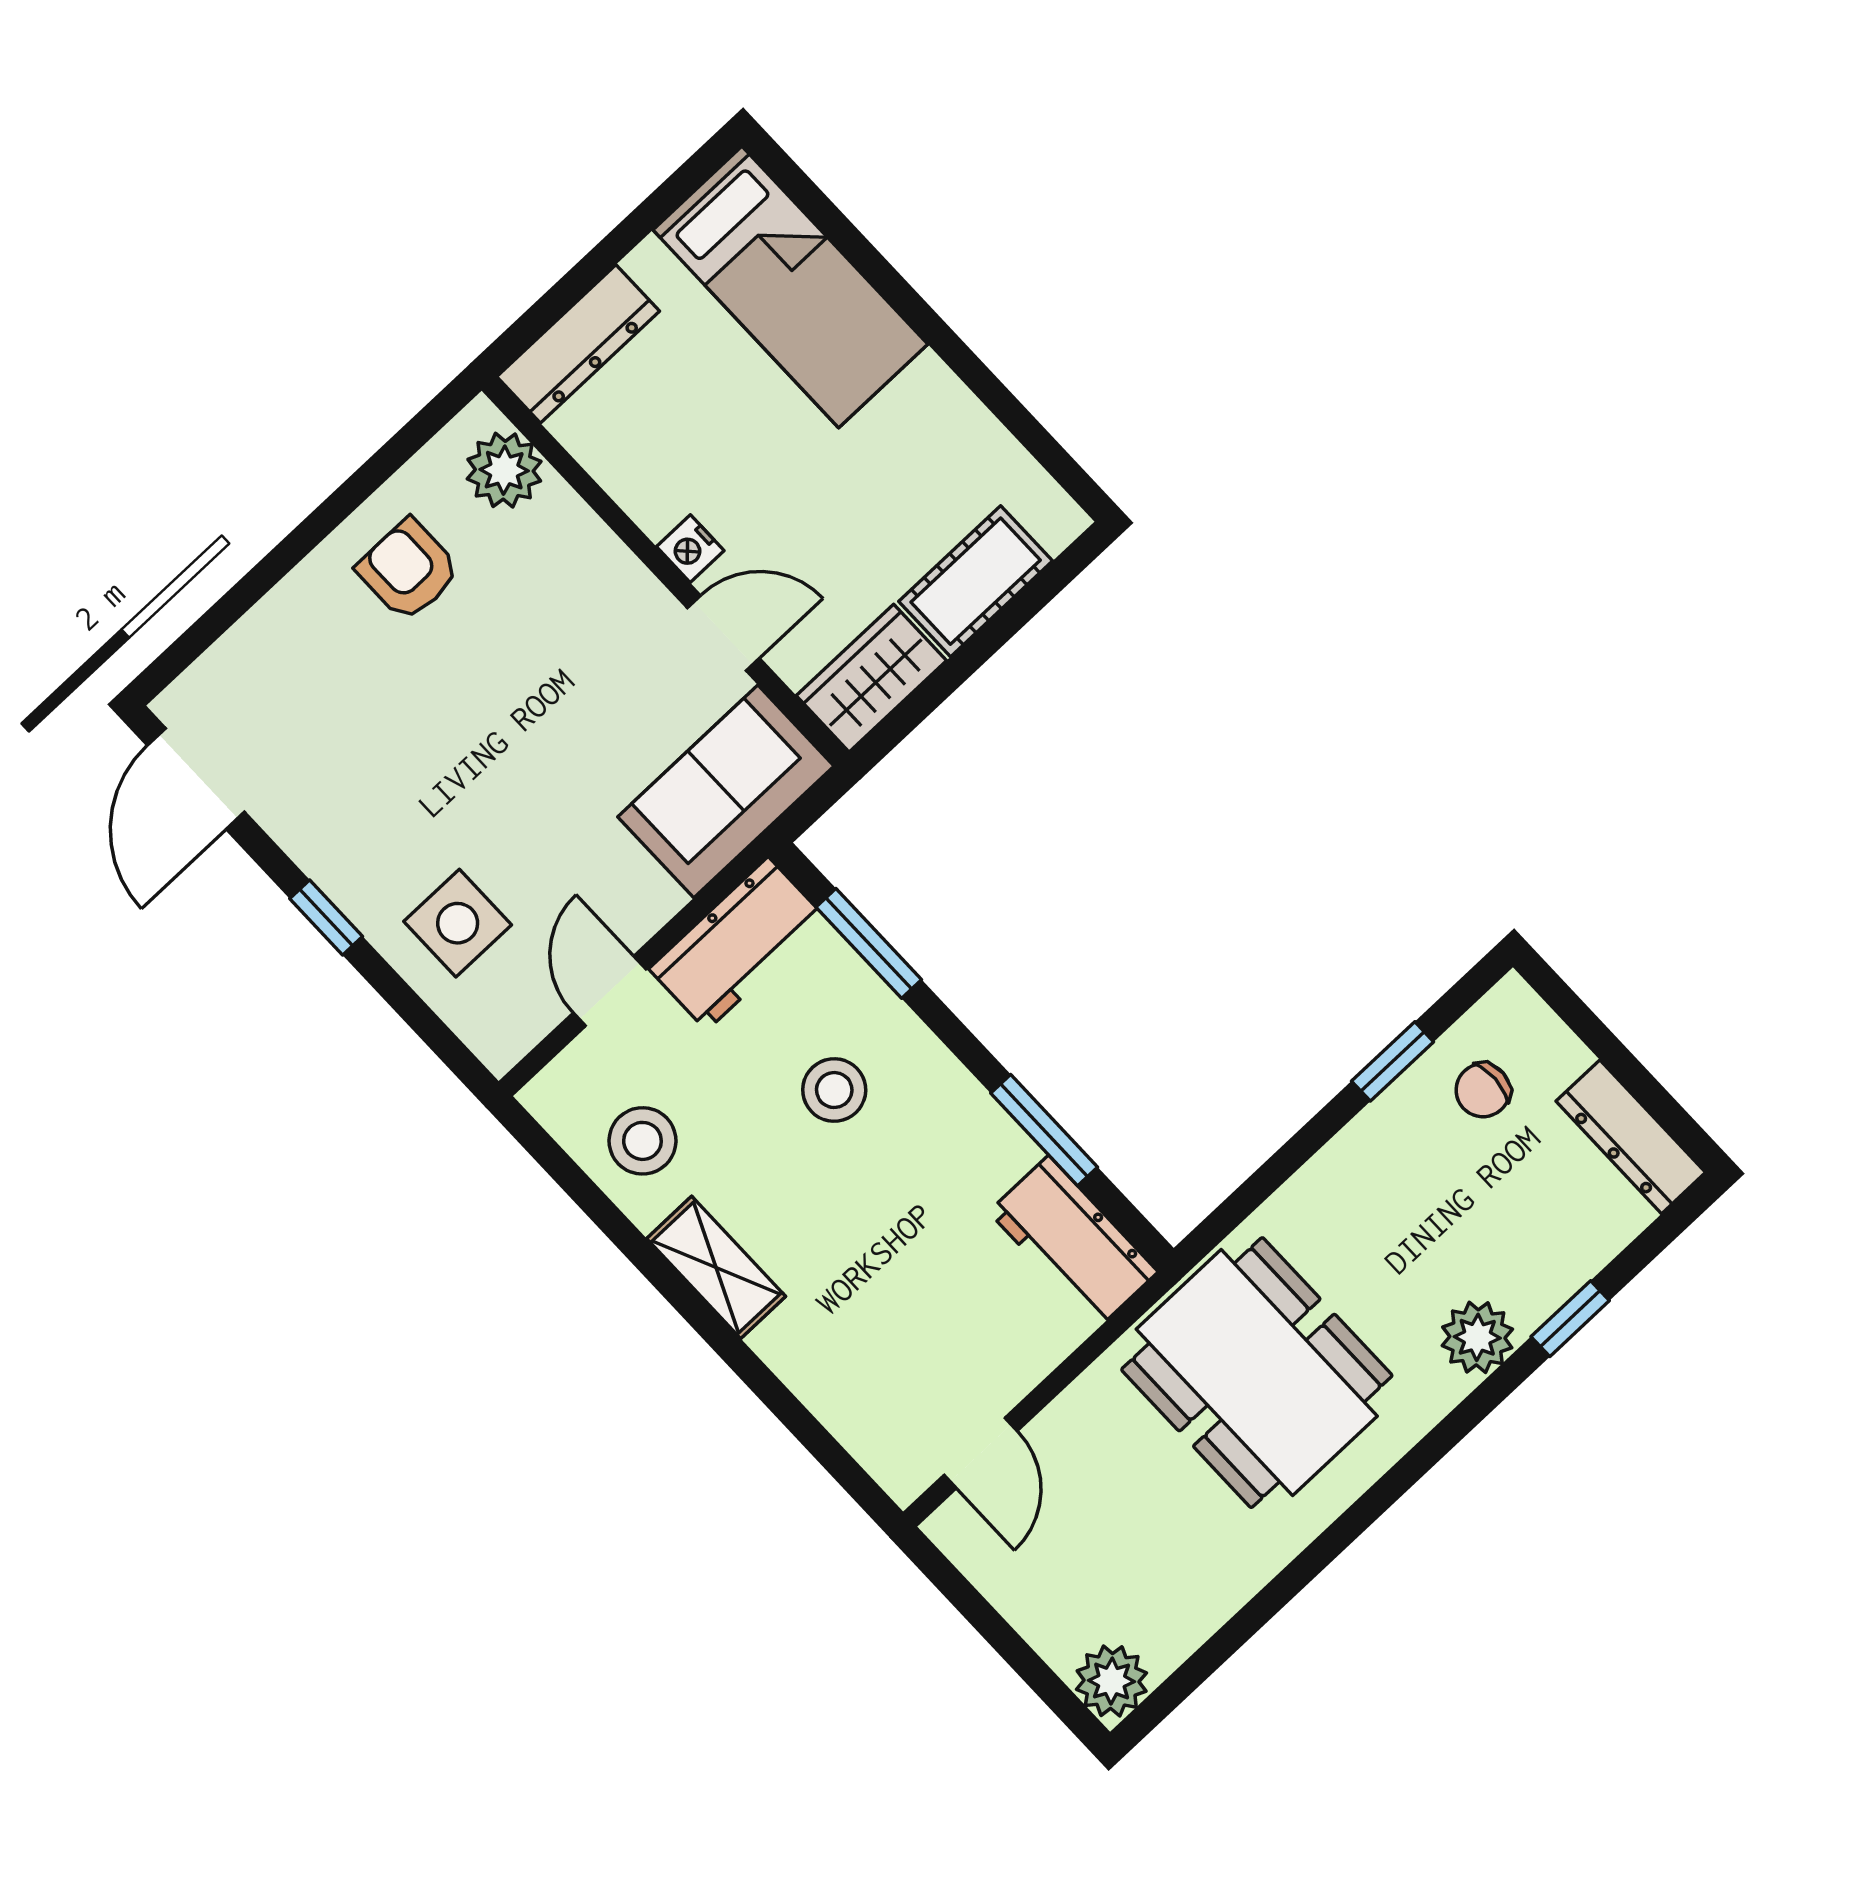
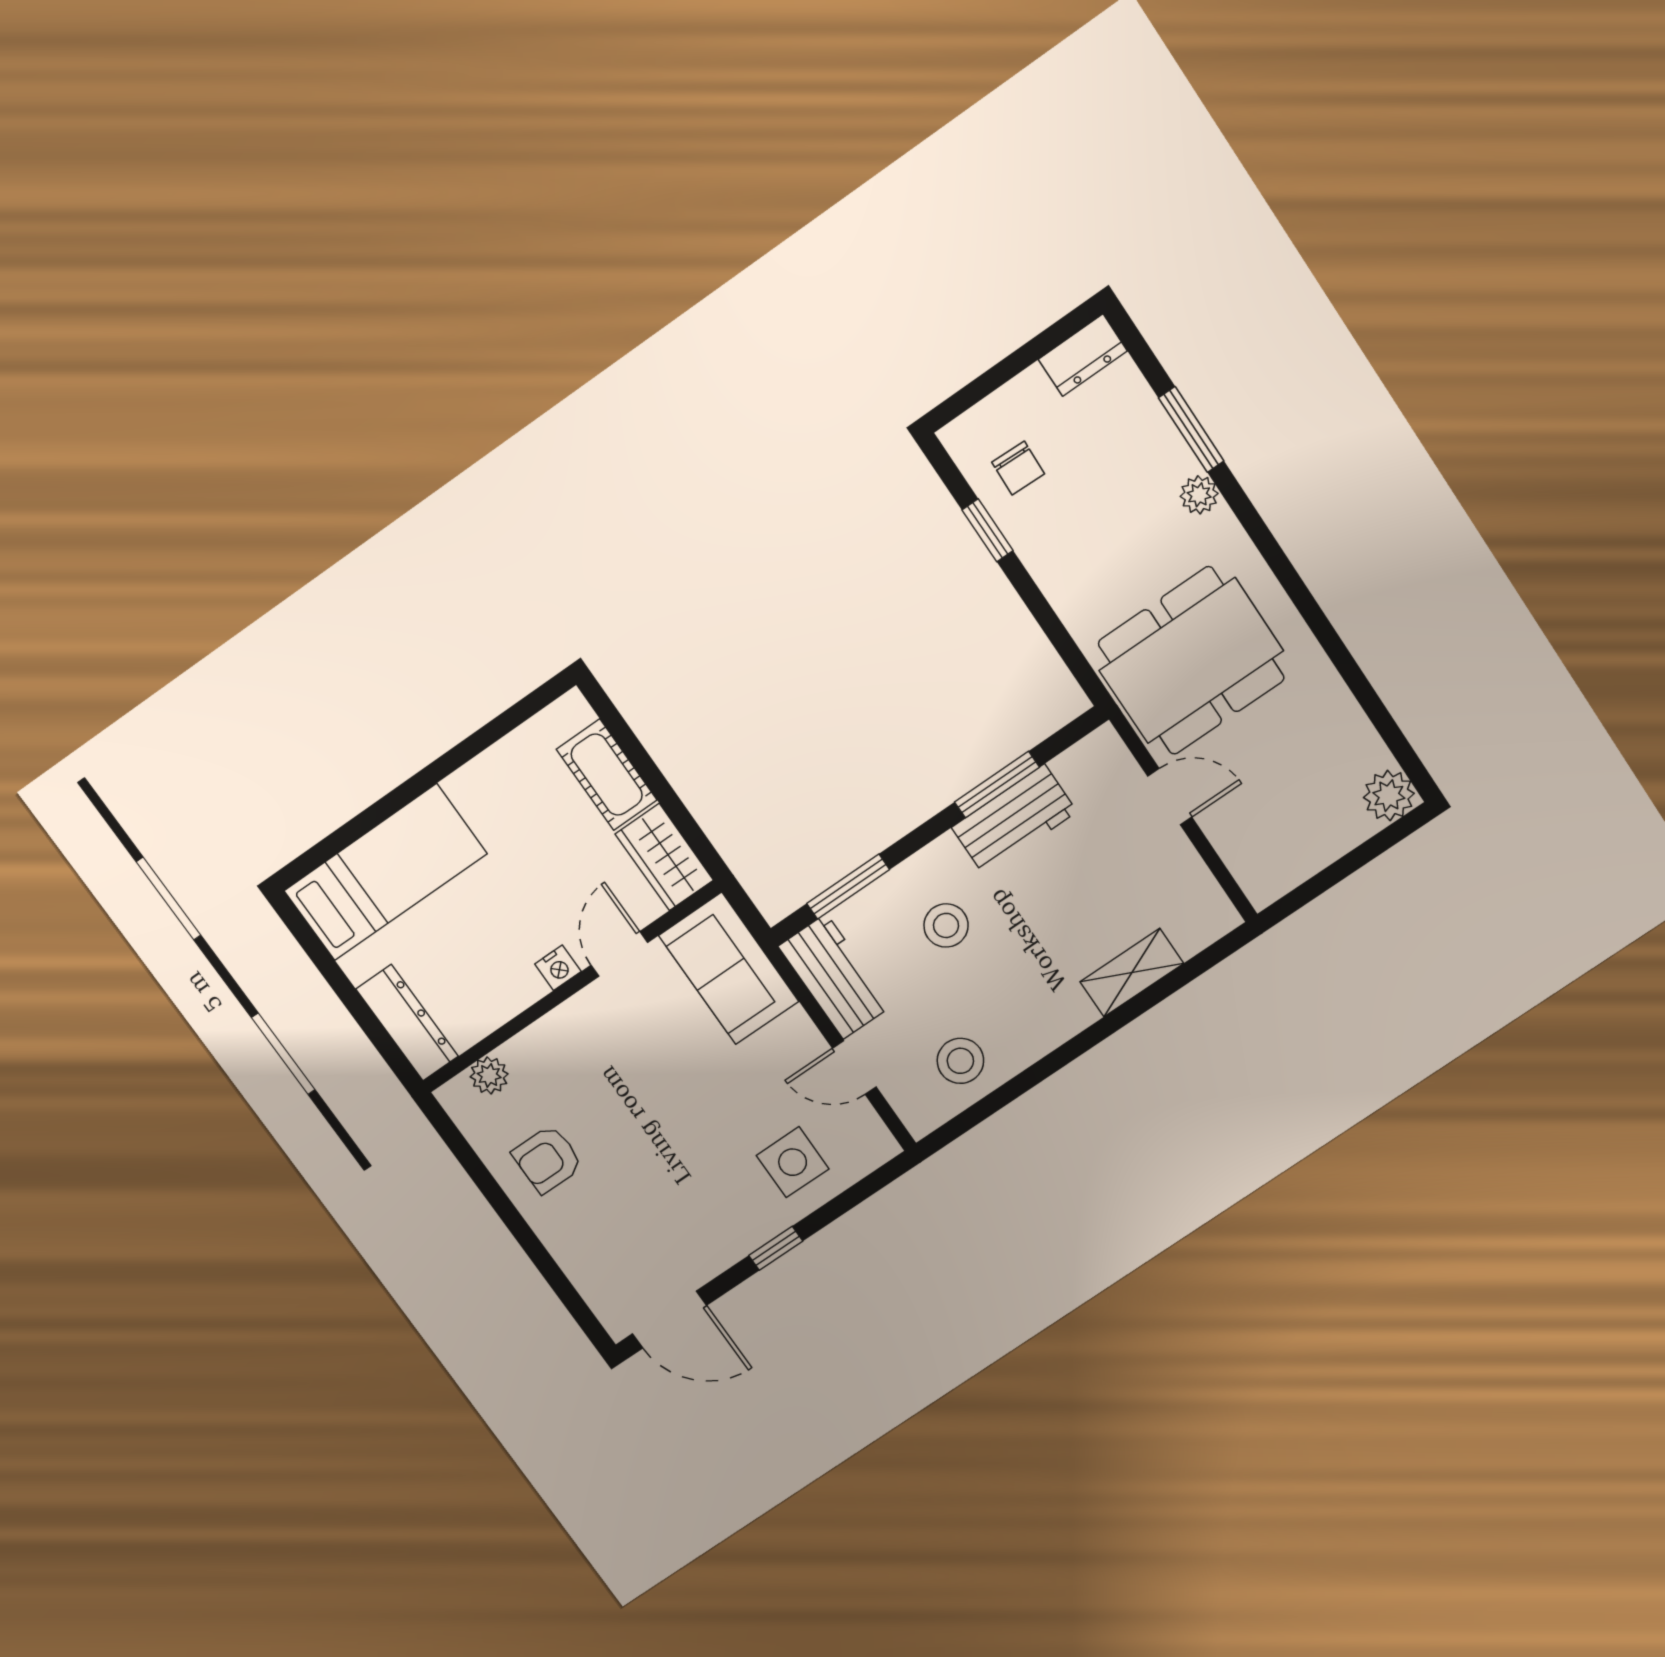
plant: (504, 470) -> (489, 1075), width x0.73, depth x0.73
dresser: (1631, 1137) -> (1083, 355), width x0.70
workbench: (1073, 1242) -> (1014, 820), moved
shelving: (716, 1267) -> (1132, 973), moved
window: (1570, 1319) -> (1191, 429), width x1.50
plant: (1477, 1337) -> (1199, 495), width x0.73, depth x0.73
door: (981, 1453) -> (1170, 797), moved

